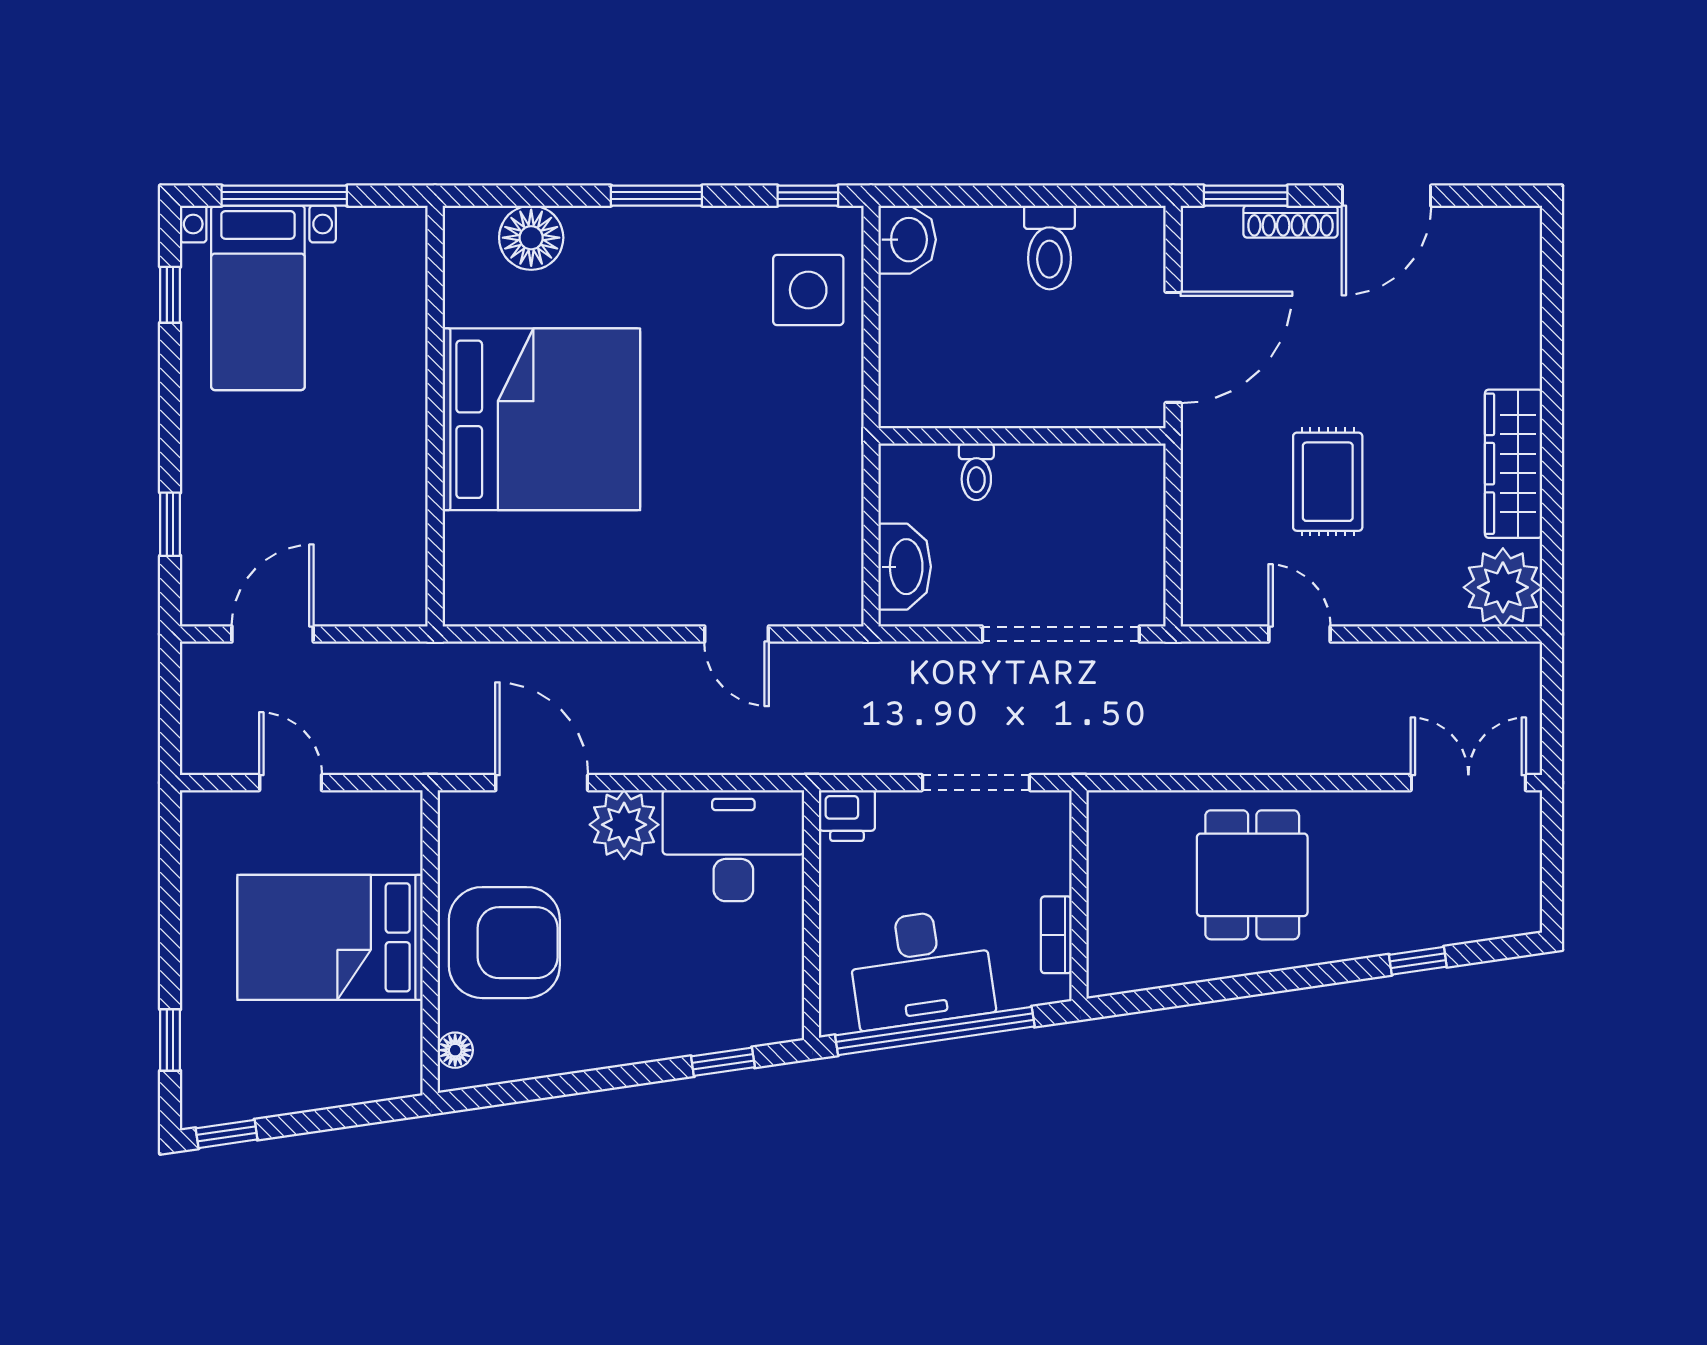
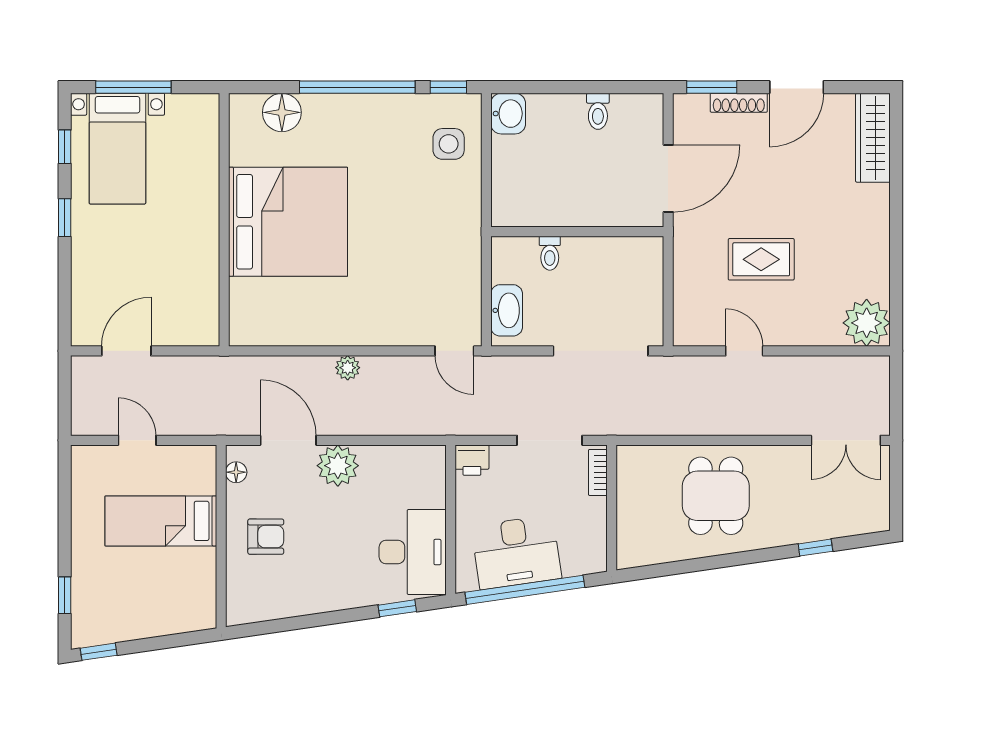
window: (656, 196) -> (357, 87), width x2.11
toilet: (1049, 247) -> (598, 111), width x0.73, depth x0.72
side table: (808, 290) -> (449, 144), width x0.73, depth x0.73
wardrobe: (1514, 464) -> (873, 138), moved
rug: (1328, 482) -> (761, 259), turned 90
window: (170, 524) -> (65, 218), moved
door: (737, 634) -> (454, 351), moved
plant: (640, 662) -> (348, 368), added
double door: (1468, 783) -> (846, 440), swing flipped
desk: (733, 846) -> (413, 552), moved, turned 90
bookcase: (1056, 935) -> (598, 472), moved
bed: (330, 937) -> (161, 521), width x0.67
armchair: (504, 943) -> (266, 537), width x0.53, depth x0.53
floor lamp: (455, 1050) -> (236, 472), moved

